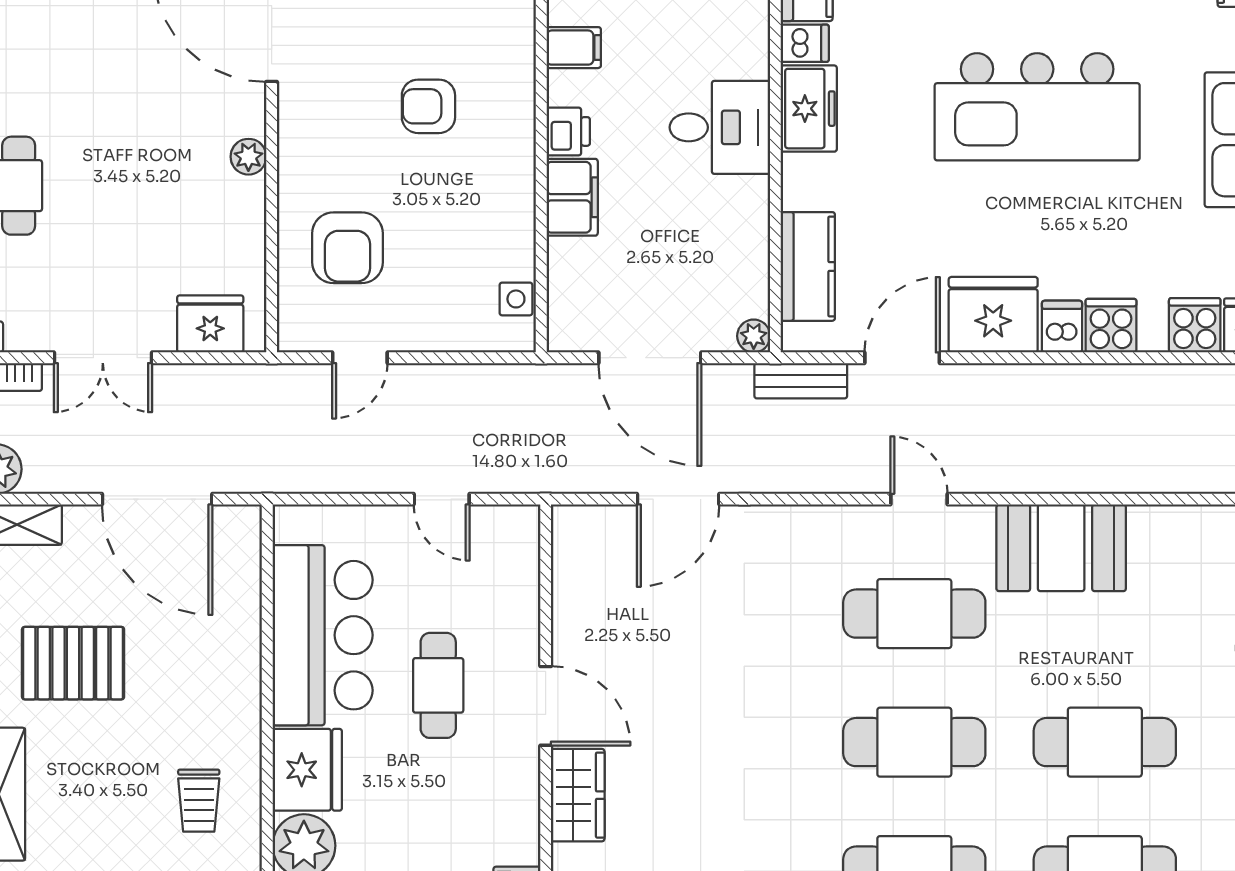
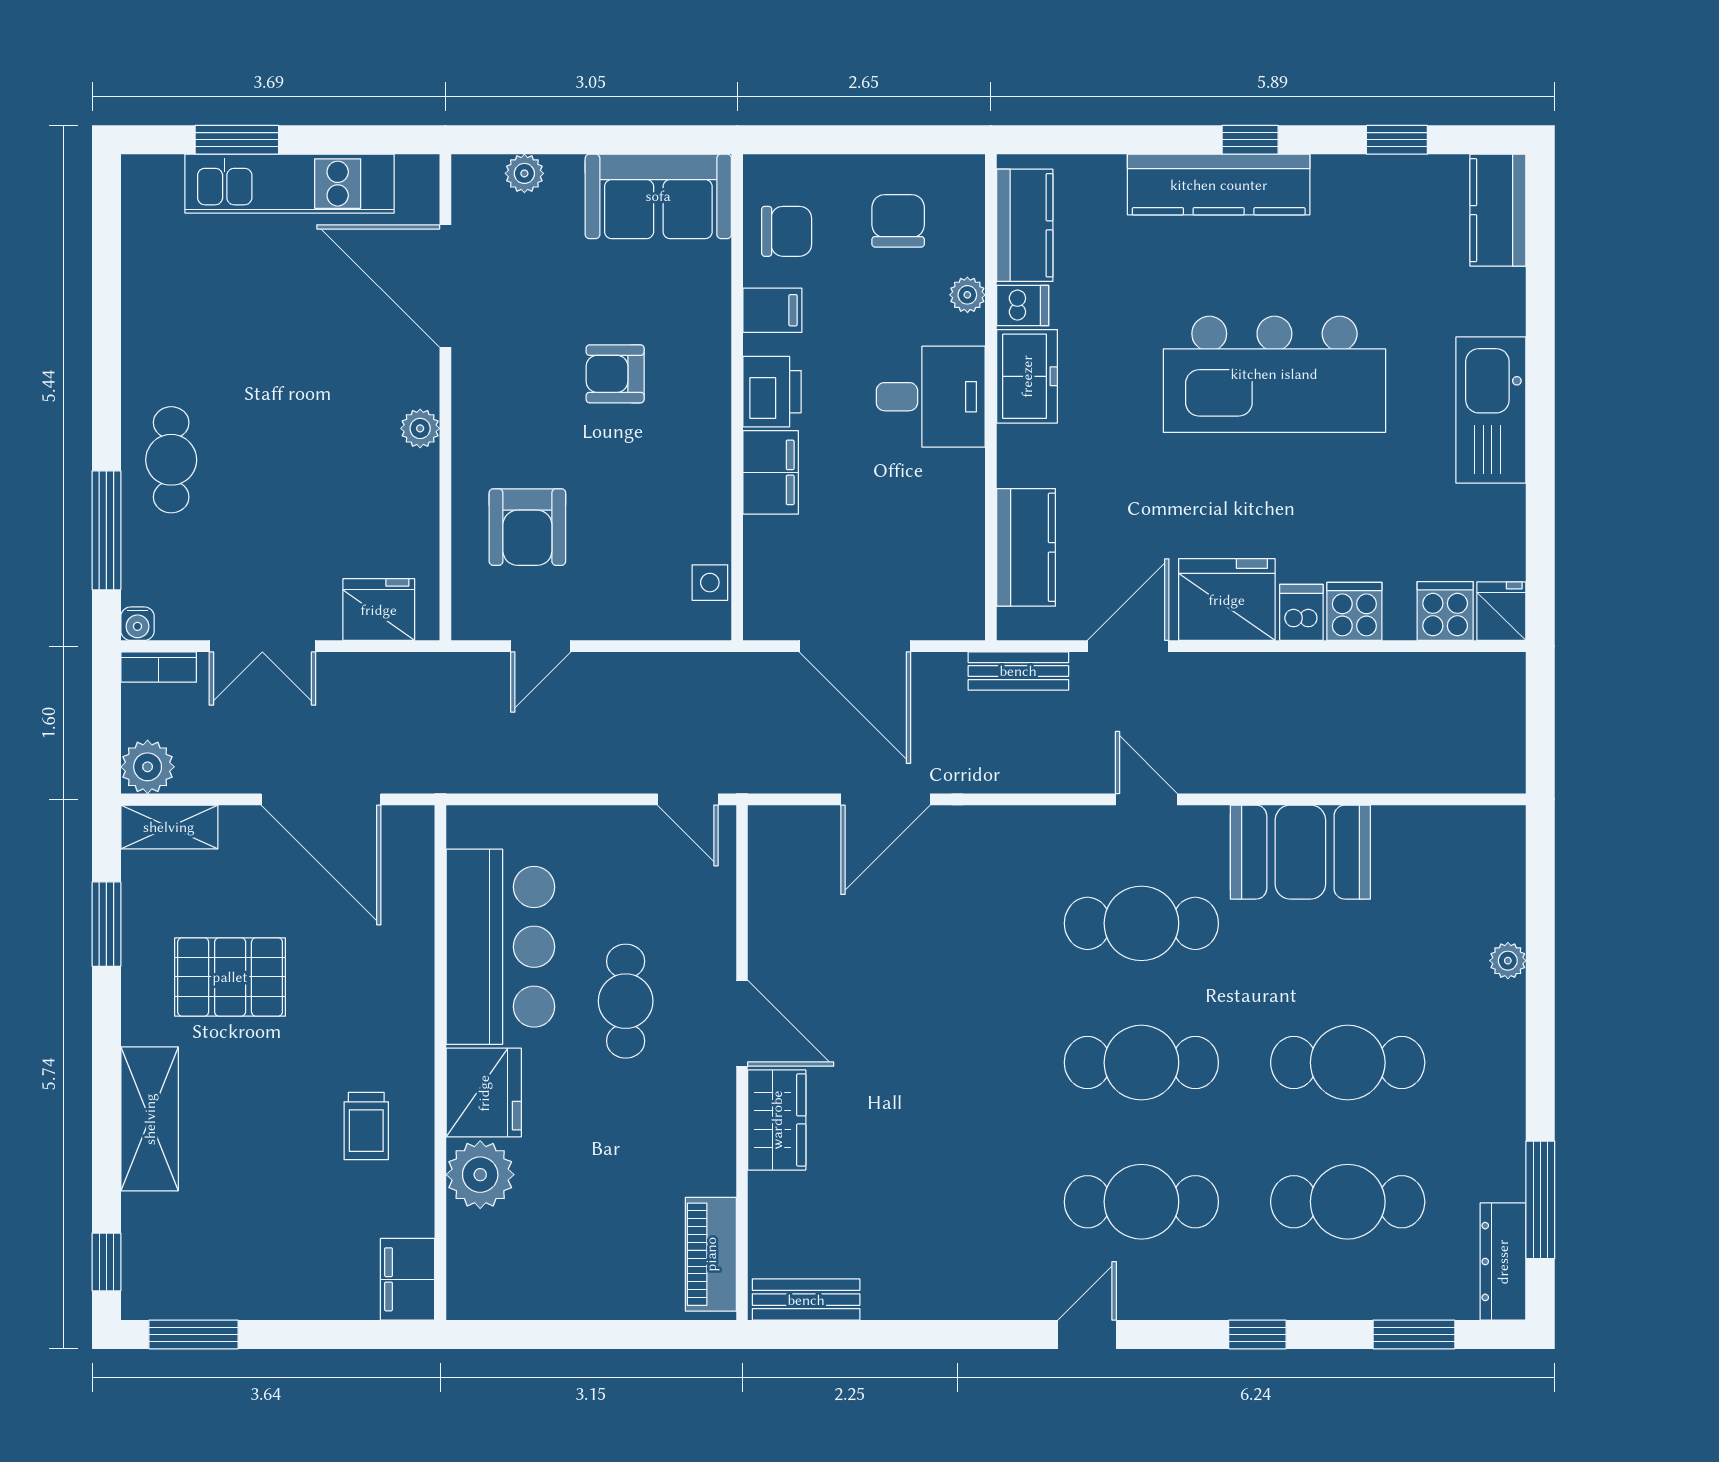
printer: (568, 131) -> (772, 392), width x1.36, depth x1.24
plant: (754, 336) -> (967, 295), moved
door: (442, 499) -> (688, 799), moved

